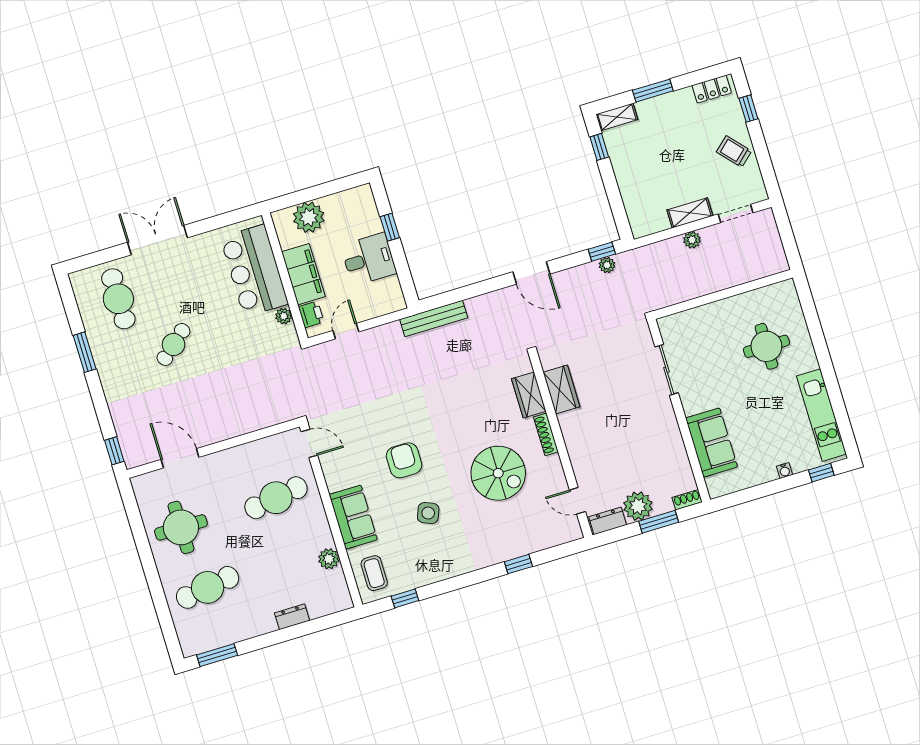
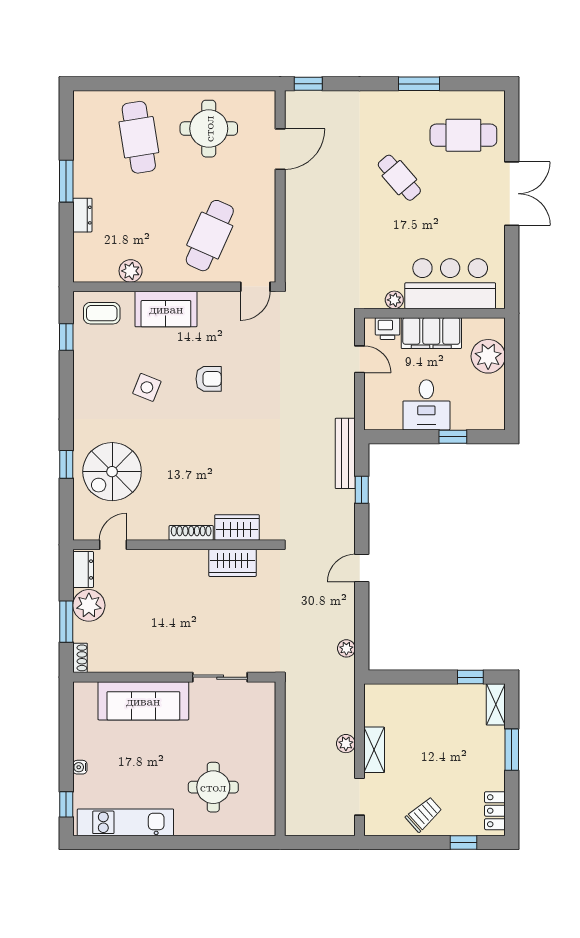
window: (602, 252) -> (362, 490), moved
door: (531, 273) -> (362, 568), width x0.73
sofa: (712, 443) -> (143, 701), width x1.36
armchair: (404, 460) -> (209, 379), width x0.72, depth x0.72
spiral stairs: (498, 473) -> (112, 472), moved
cafe table: (276, 498) -> (210, 236), turned 33
window: (217, 655) -> (66, 181), moved

